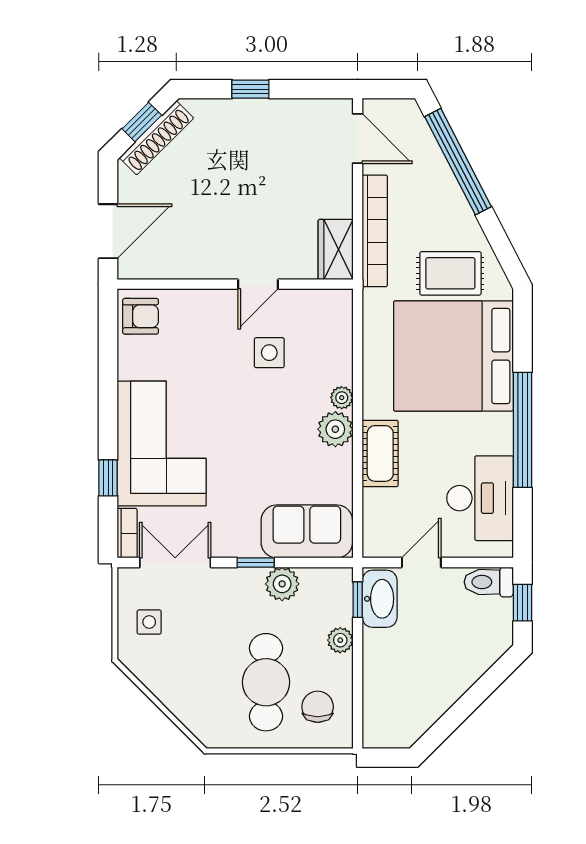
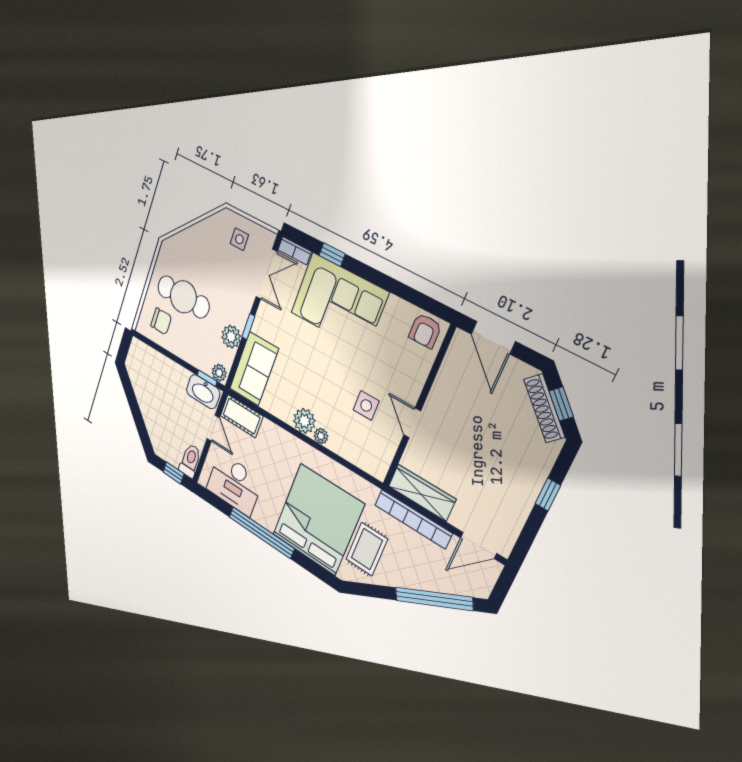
wardrobe: (336, 250) -> (422, 493), width x1.50
cot: (380, 453) -> (242, 416), moved
plant: (340, 640) -> (219, 373), moved

